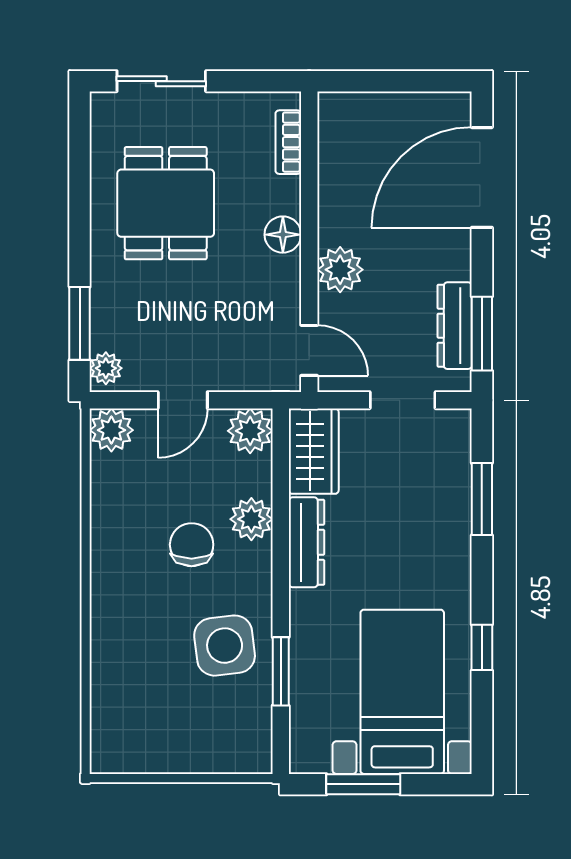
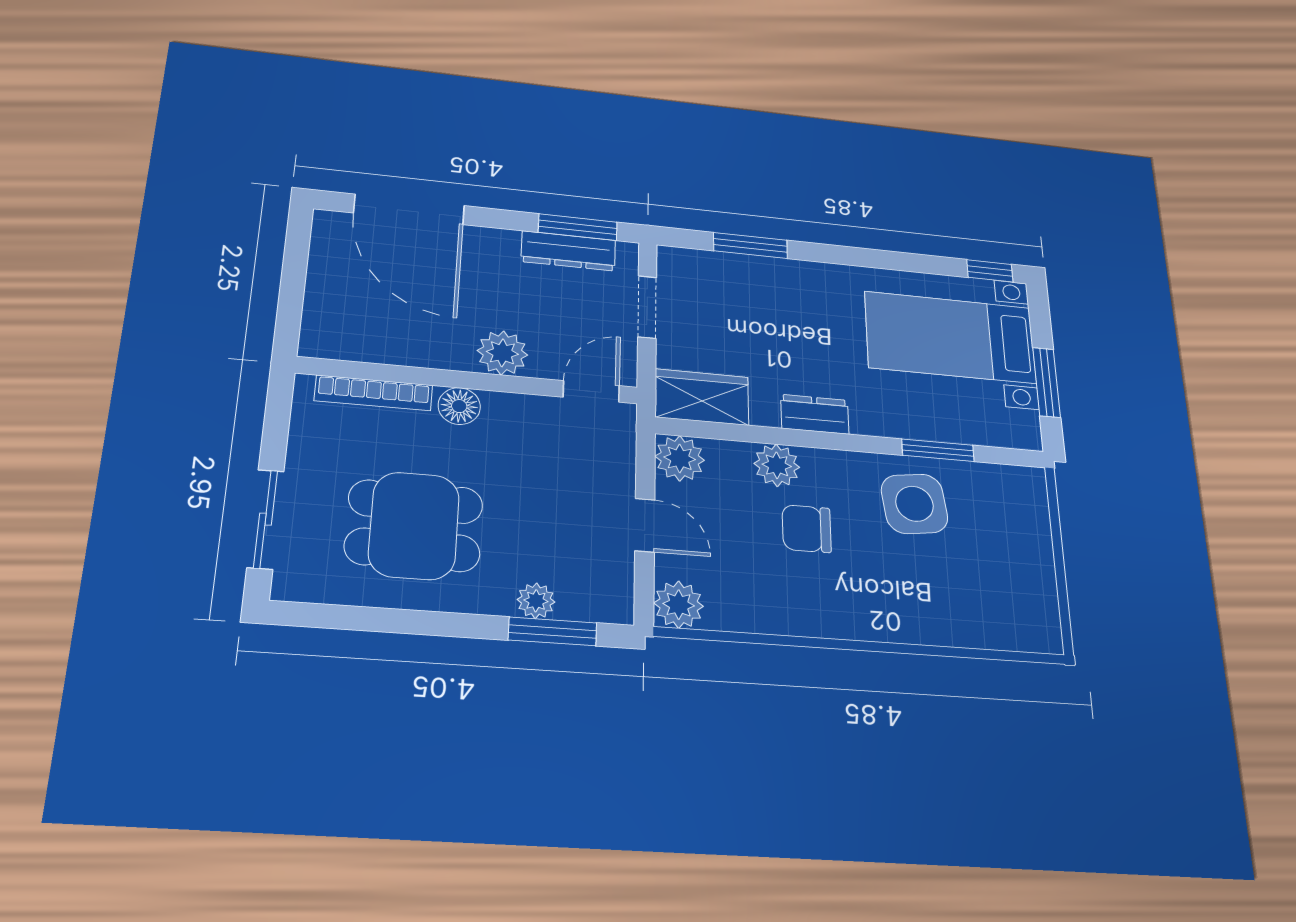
bookcase: (288, 142) -> (374, 393), width x1.56
plant: (106, 368) -> (536, 601), moved
dresser: (306, 542) -> (815, 414), width x0.70
window: (482, 647) -> (990, 271), moved

